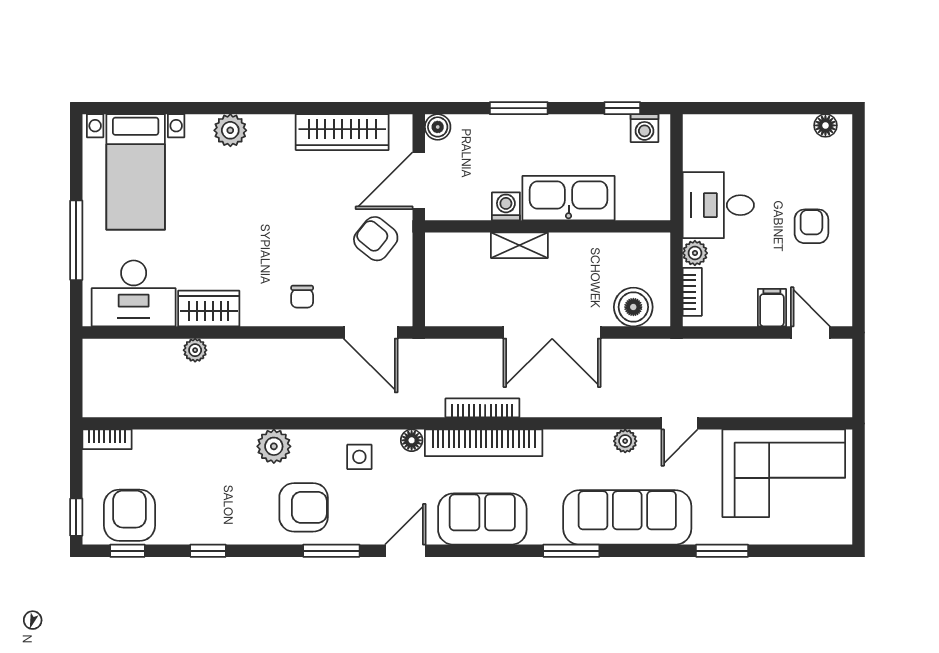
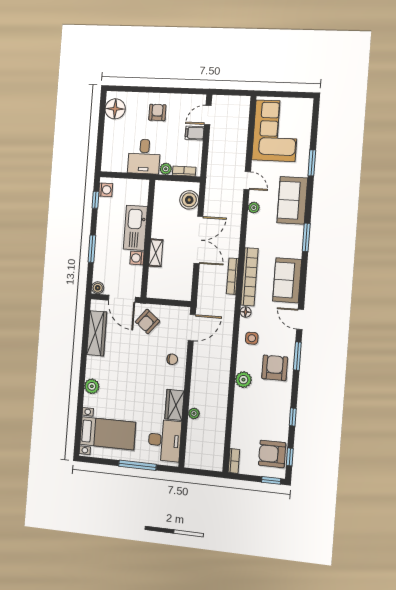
floor lamp: (825, 125) -> (115, 109), width x1.89, depth x1.89
armchair: (811, 226) -> (157, 112), turned 90
sofa: (627, 517) -> (292, 200), width x0.73

